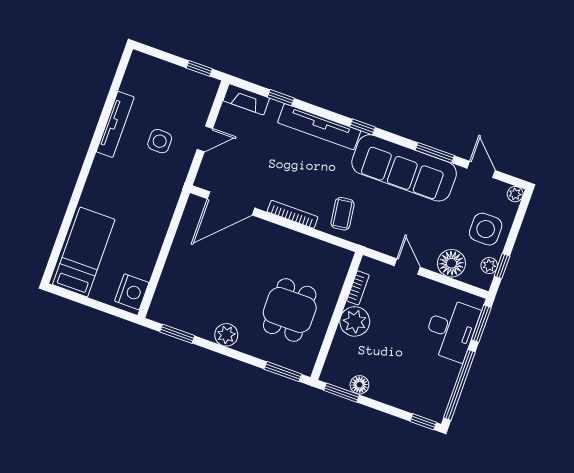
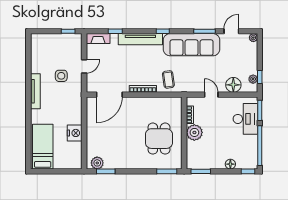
tv unit: (115, 124) -> (35, 91), moved
door: (481, 169) -> (231, 31), hinge flipped
side table: (486, 229) -> (245, 61), removed
nightstand: (132, 292) -> (75, 133), moved
plant: (226, 335) -> (97, 163), moved
floor lamp: (359, 385) -> (230, 164), moved

